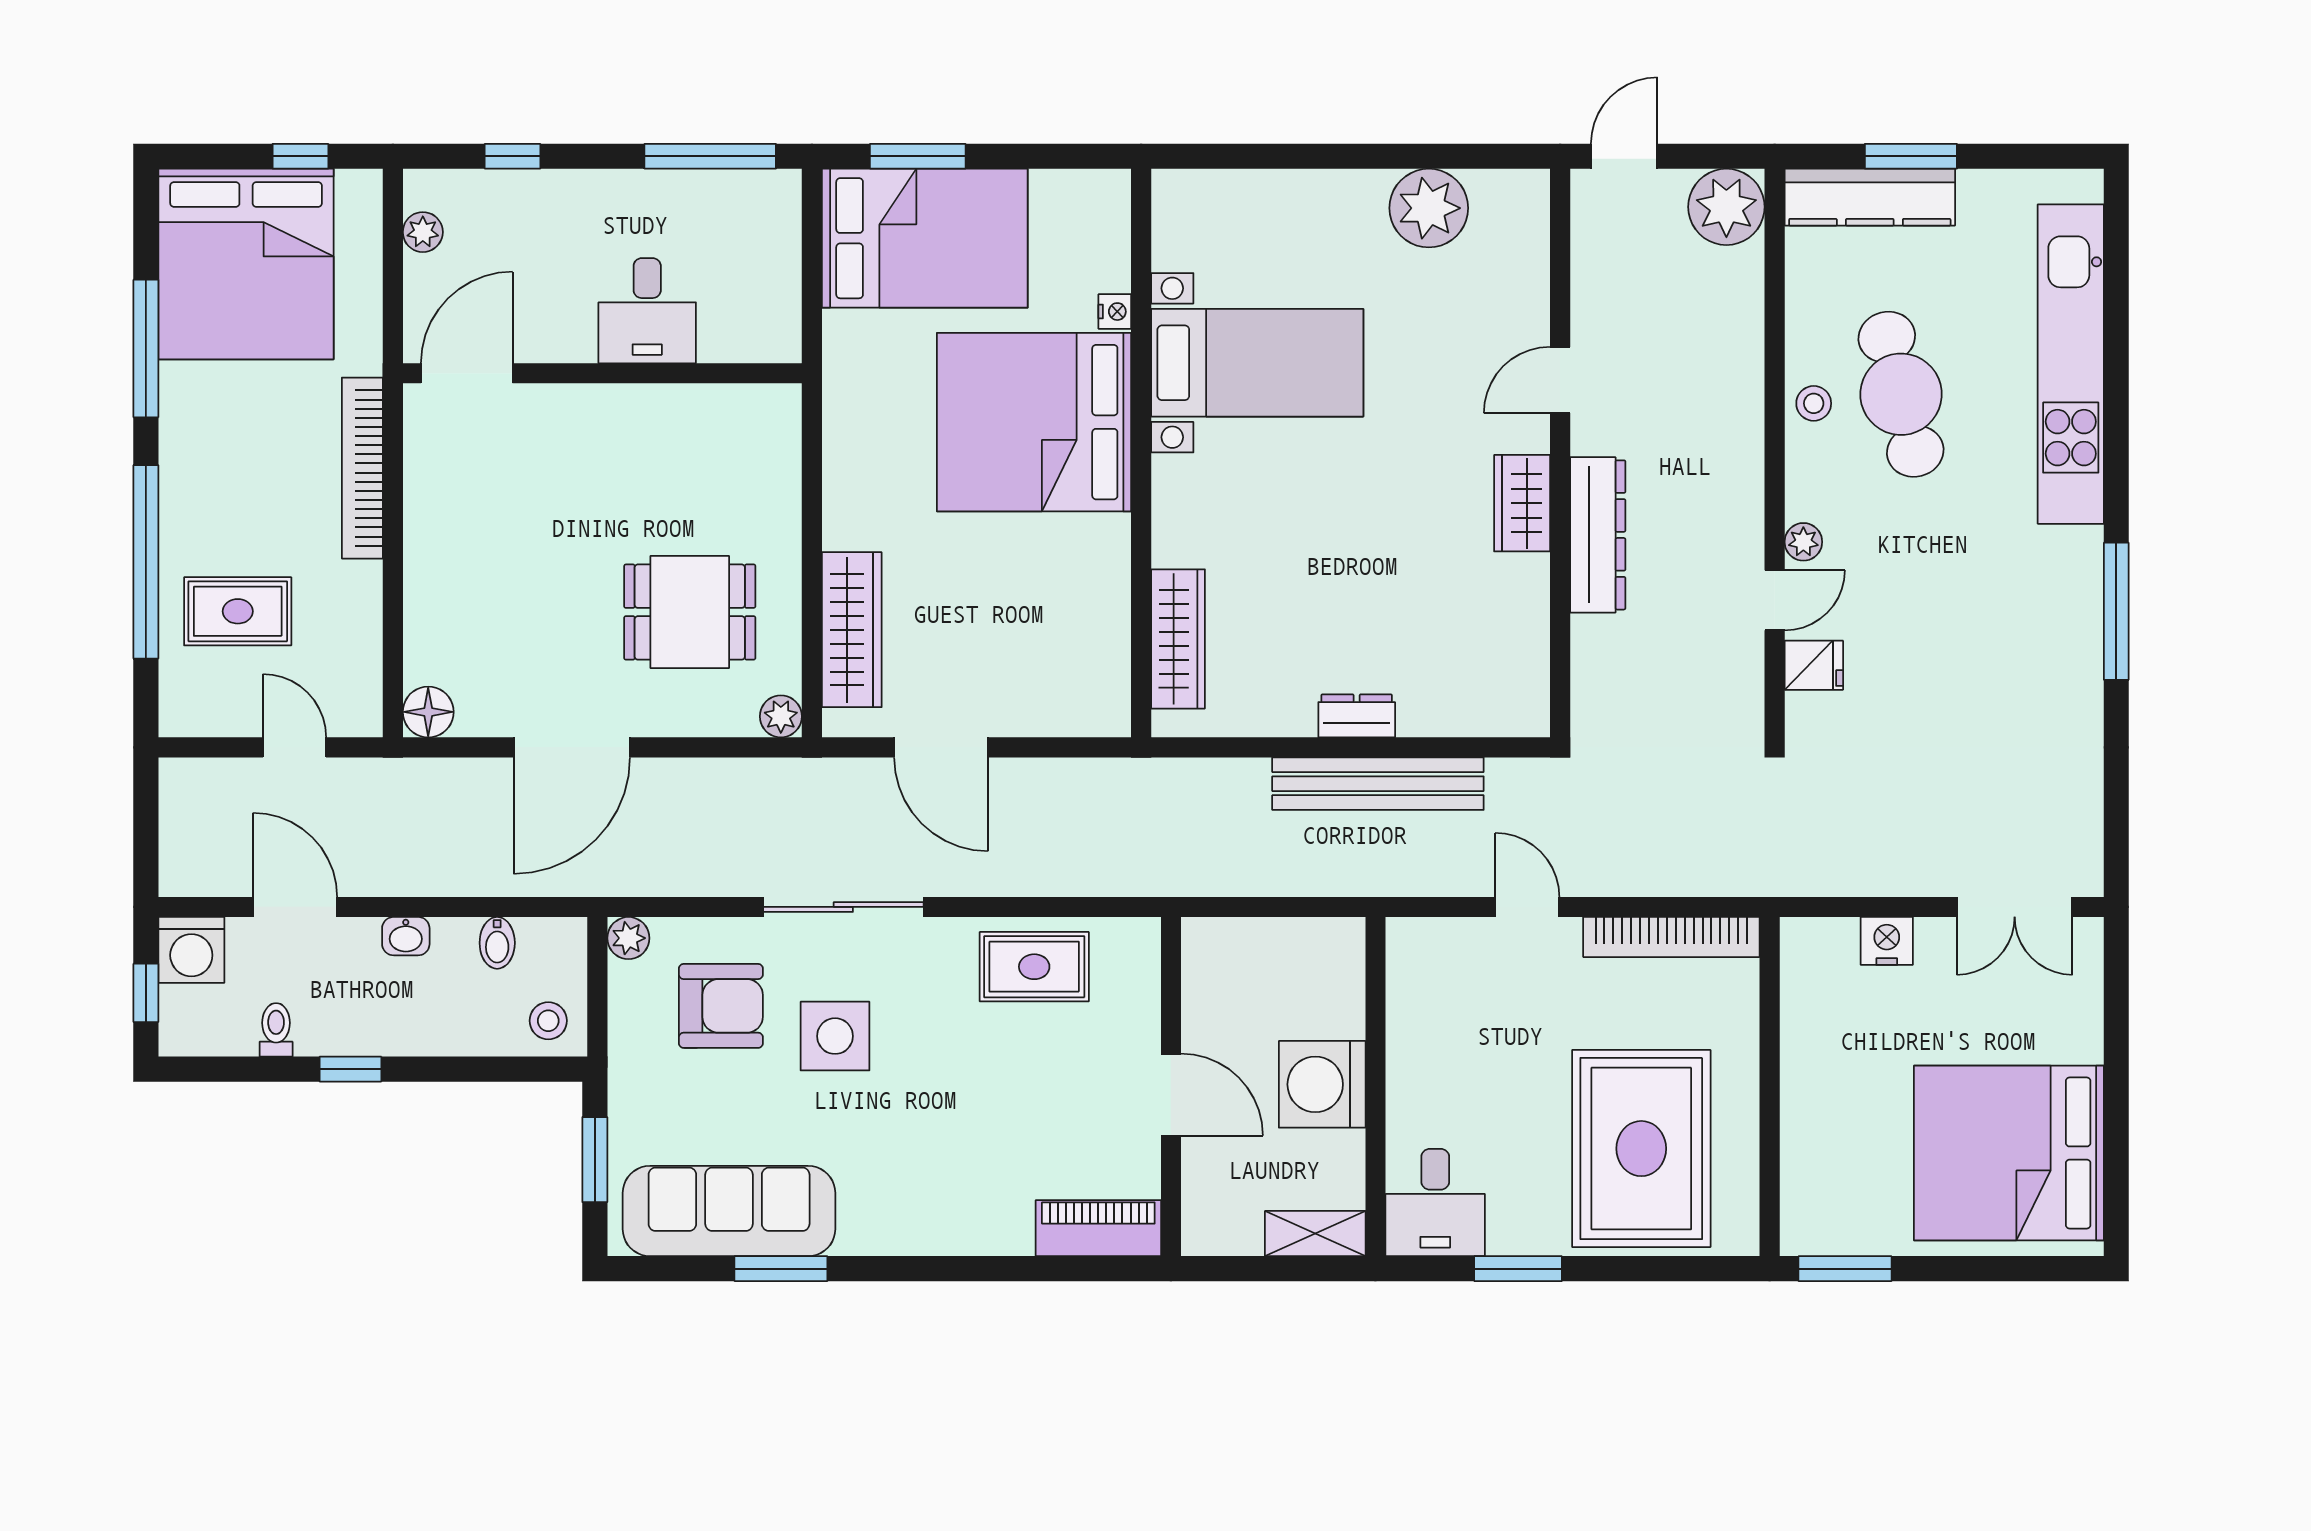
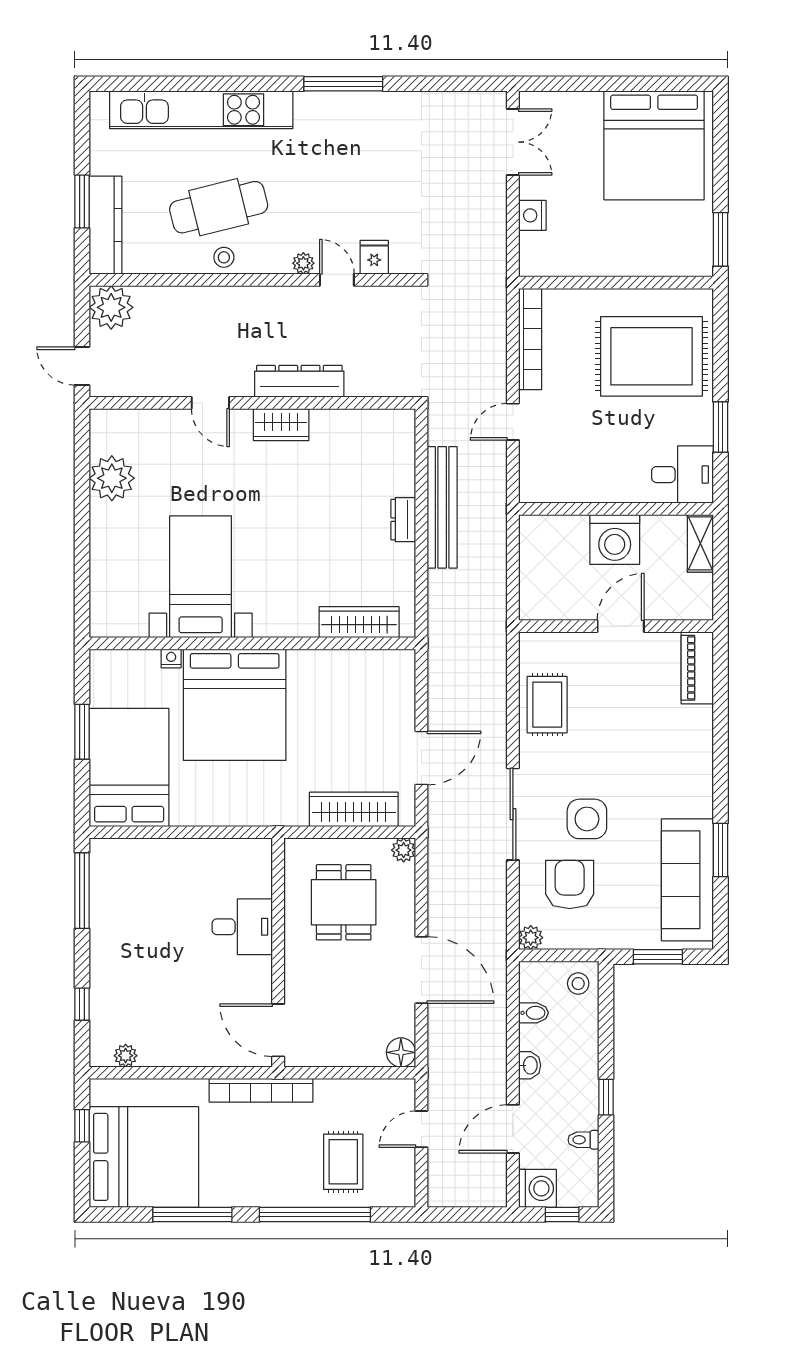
window: (918, 156) -> (82, 732), moved
desk: (647, 311) -> (242, 927), moved
door: (467, 373) -> (278, 1030), moved
wall: (602, 373) -> (278, 953), moved

